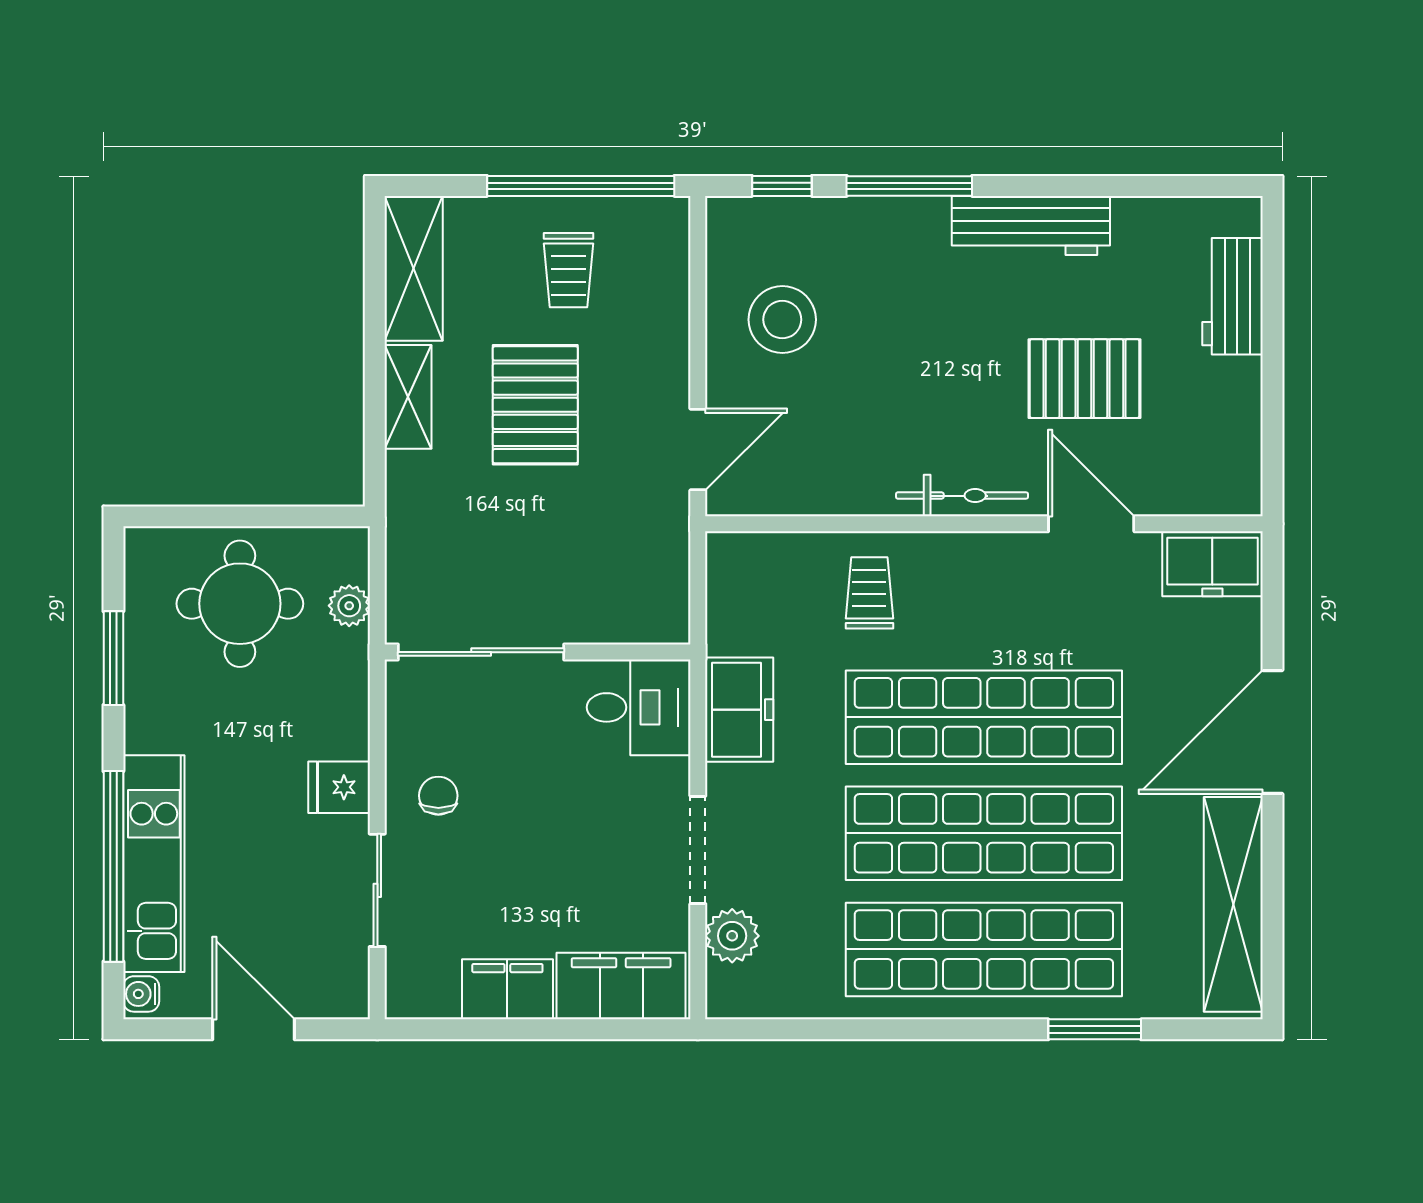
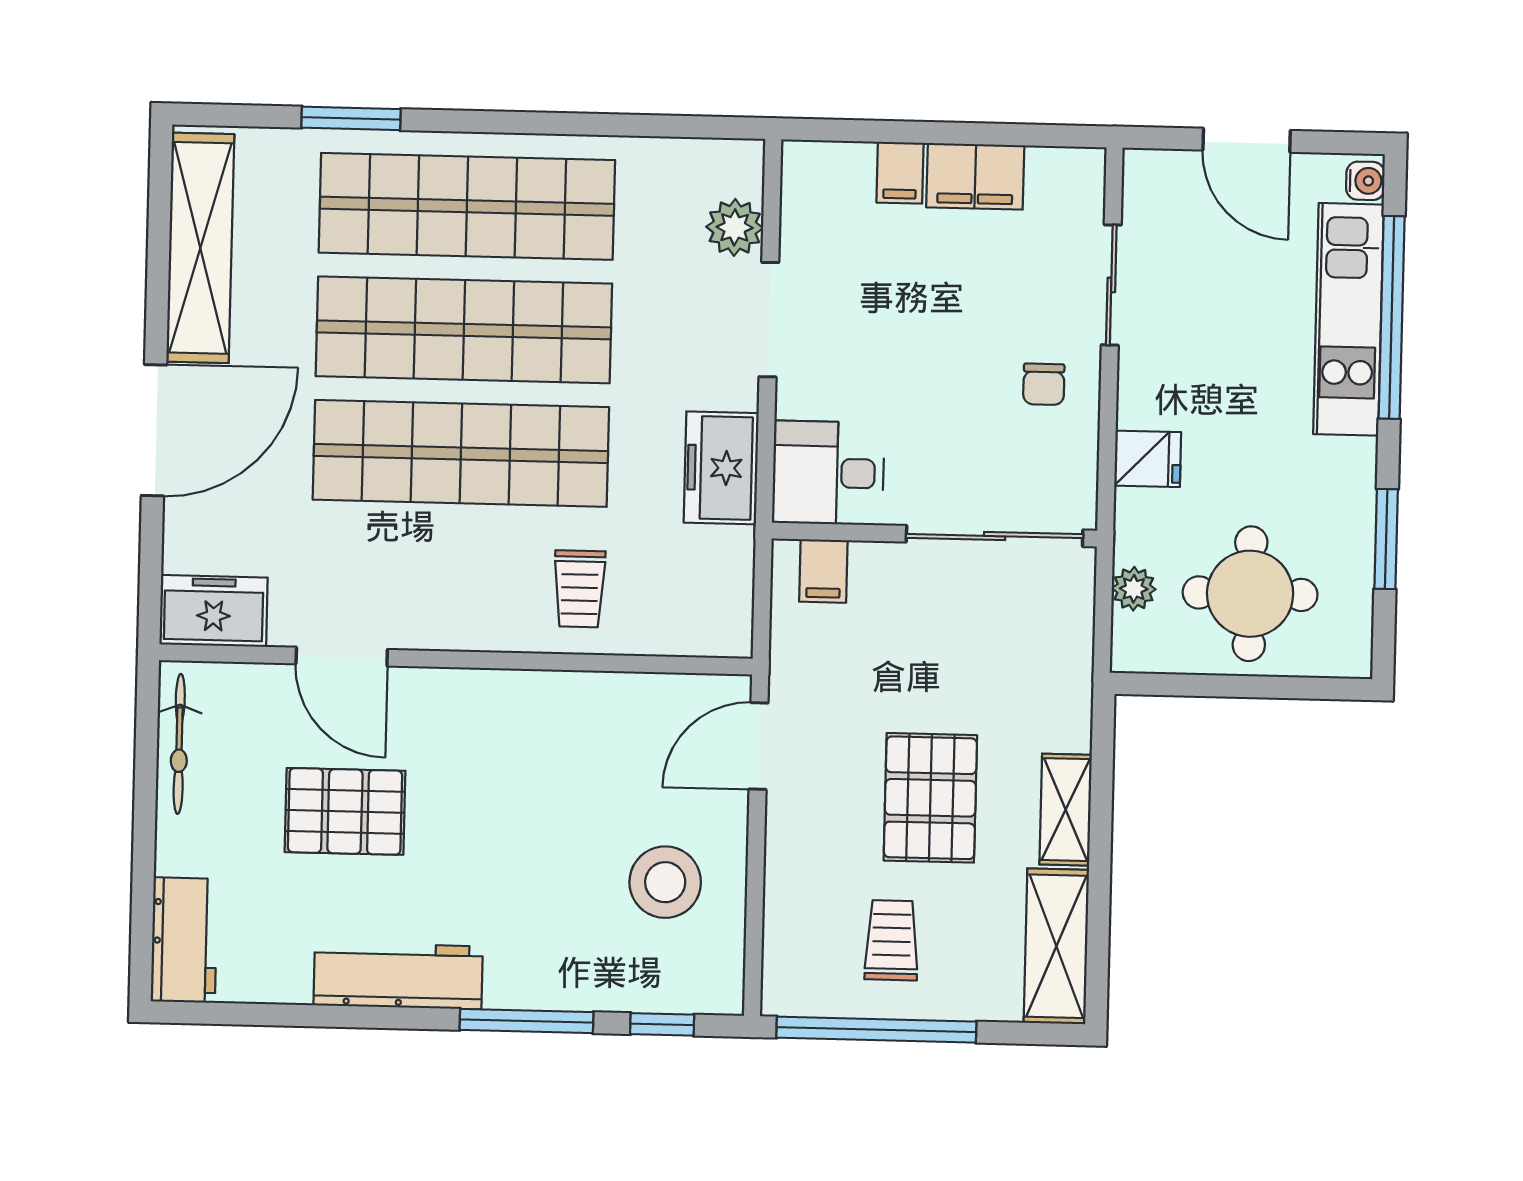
workbench: (1232, 296) -> (184, 940), moved
bicycle: (962, 496) -> (179, 744), moved, turned -90
filing cabinet: (641, 615) -> (823, 571), added
fridge: (339, 787) -> (1148, 459), moved
filing cabinet: (621, 986) -> (900, 173), width x0.33, depth x0.86

